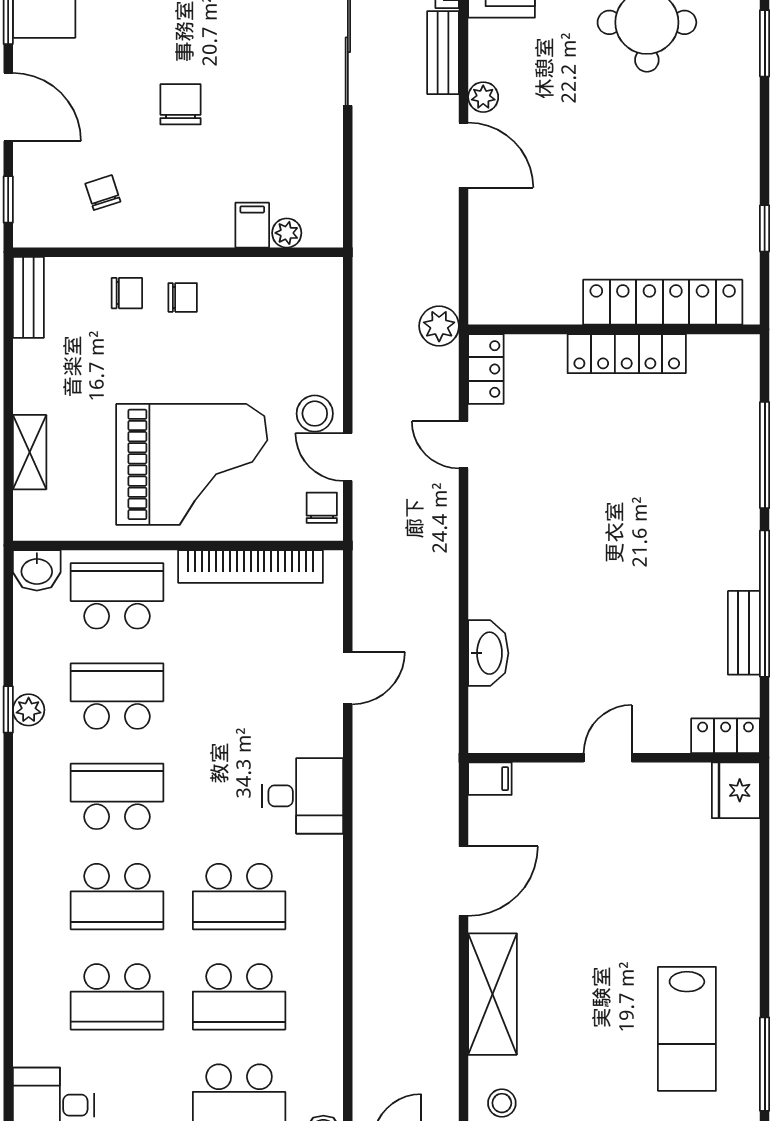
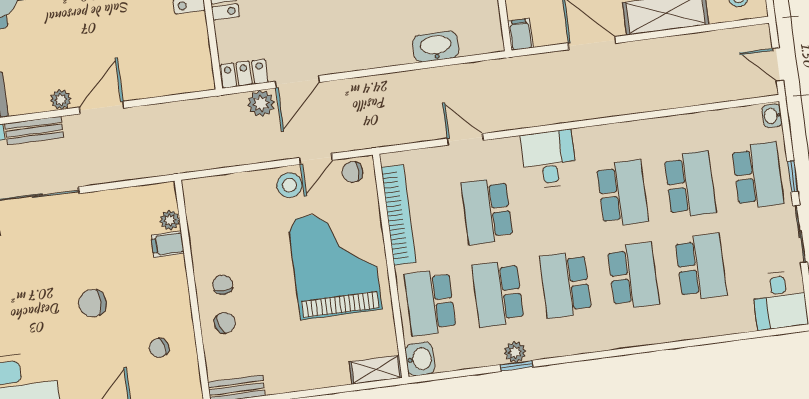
chair: (127, 293) -> (225, 323), turned 70
plant: (439, 326) -> (261, 103), moved
door: (464, 445) -> (297, 82), width x1.38
shelving: (30, 452) -> (376, 370), moved
school desk: (239, 696) -> (487, 211), added

